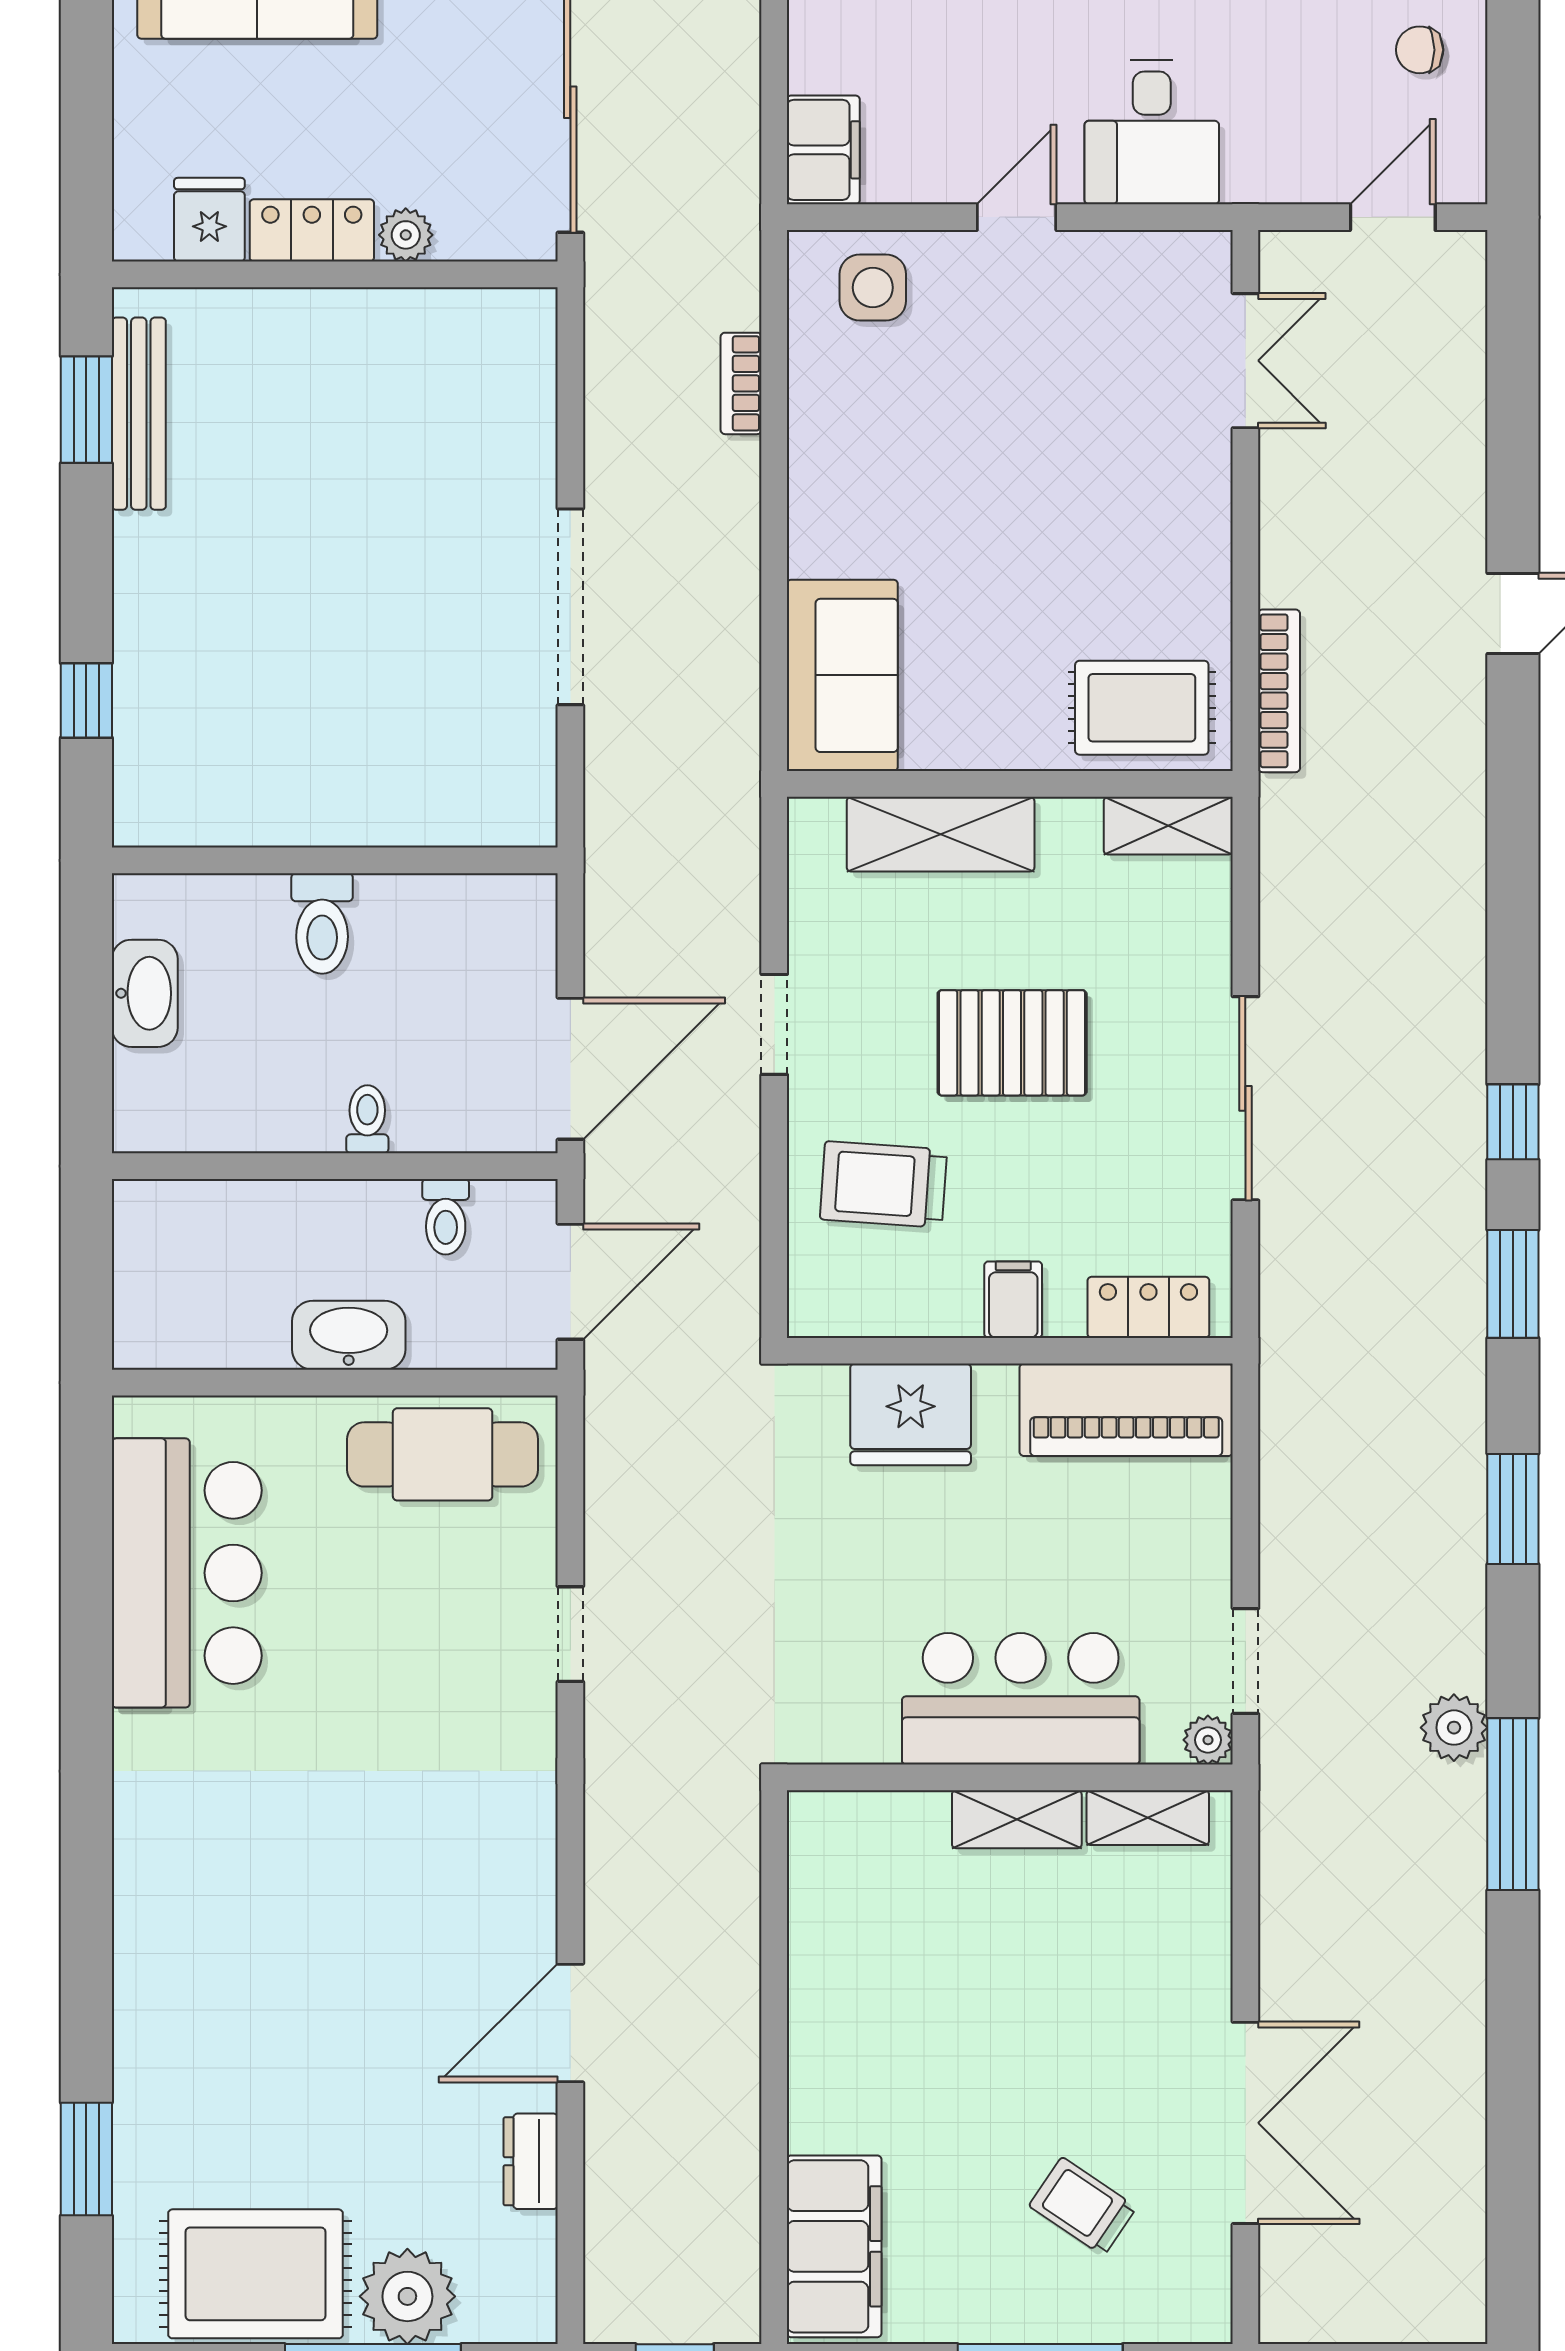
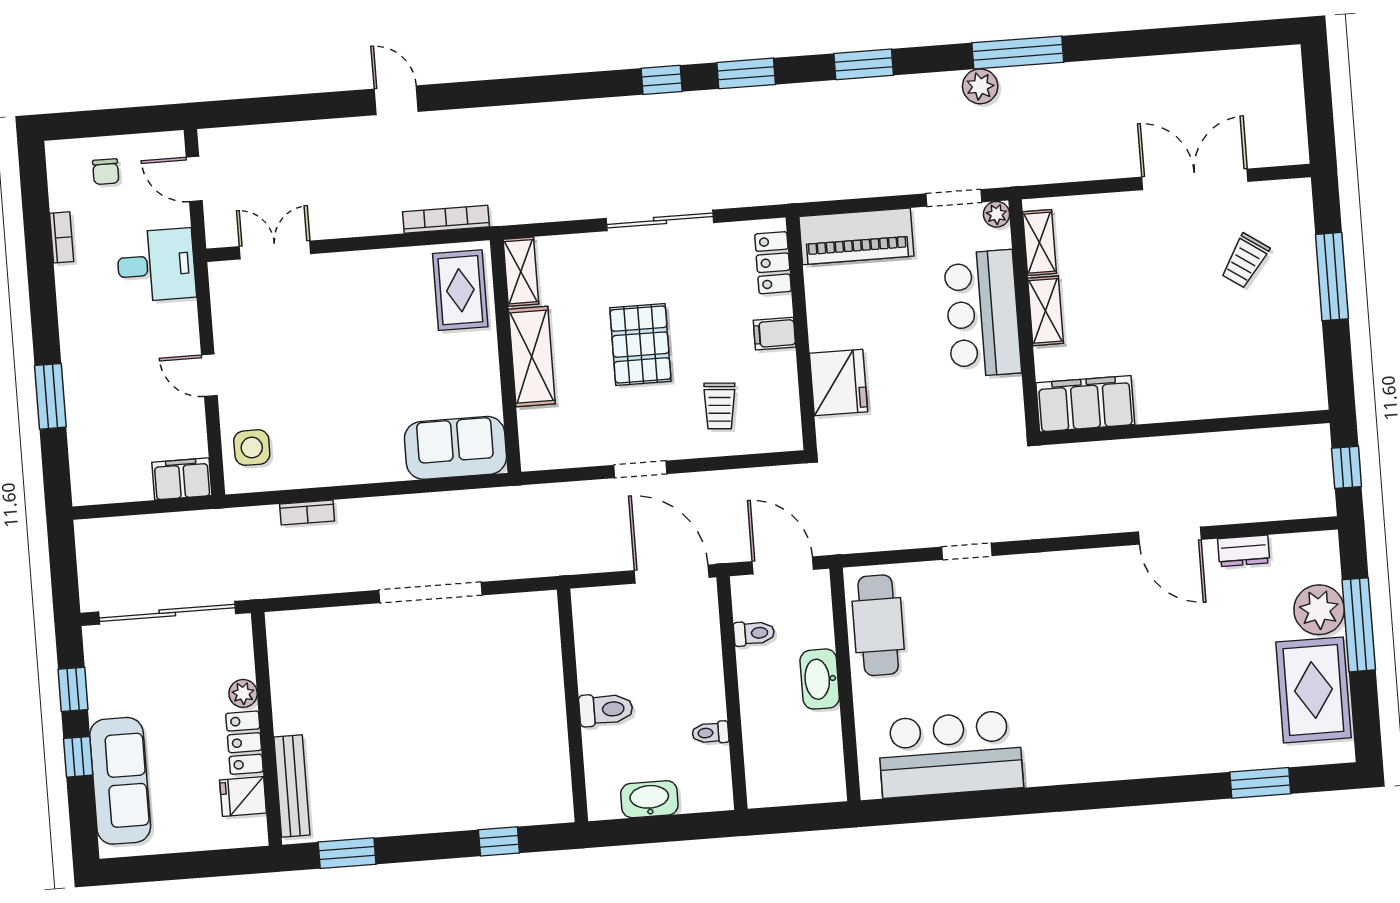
desk: (1152, 132) -> (156, 265), moved
bench: (139, 414) -> (292, 786), moved, turned 90
shelving: (941, 834) -> (532, 357), moved
toilet: (367, 1119) -> (710, 733), moved
trolley: (883, 1184) -> (720, 406), width x0.73, depth x0.72
piano: (1126, 1410) -> (856, 236), moved, turned 90
filing cabinet: (834, 2246) -> (1085, 404), moved

